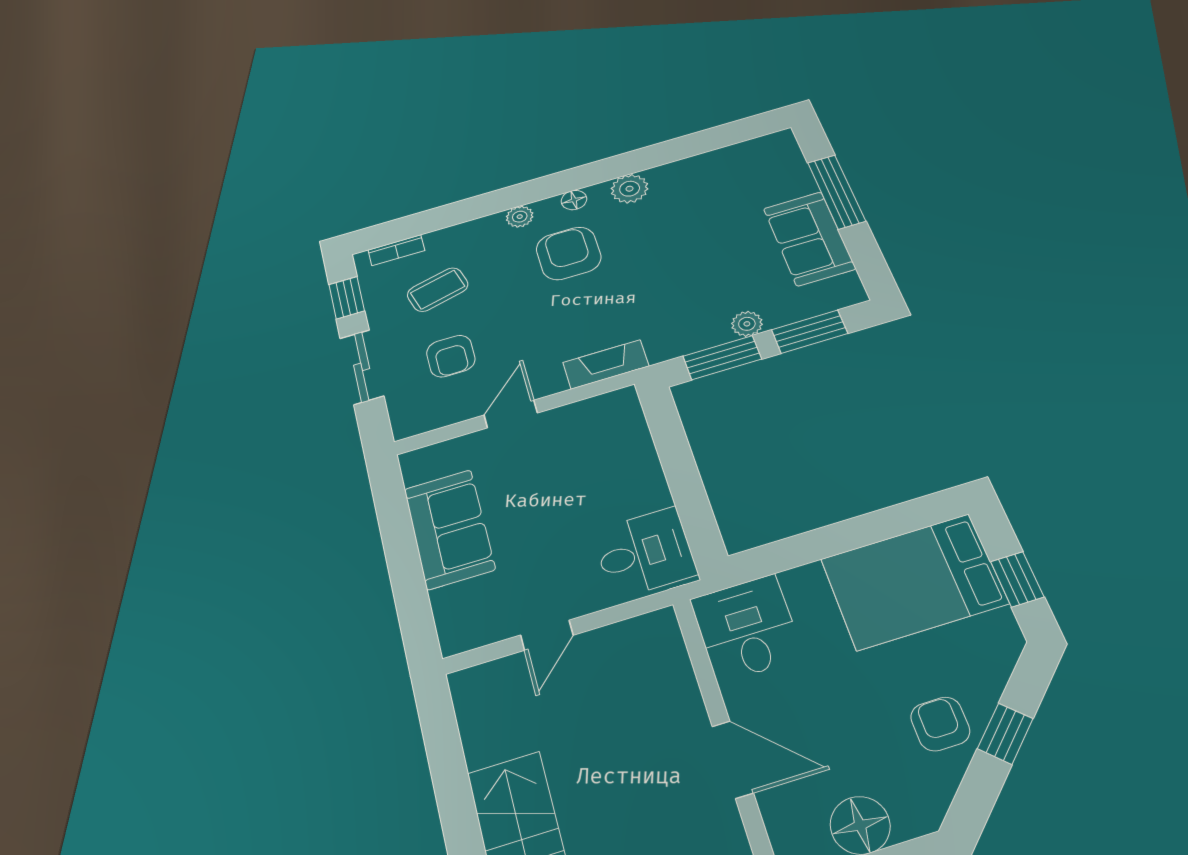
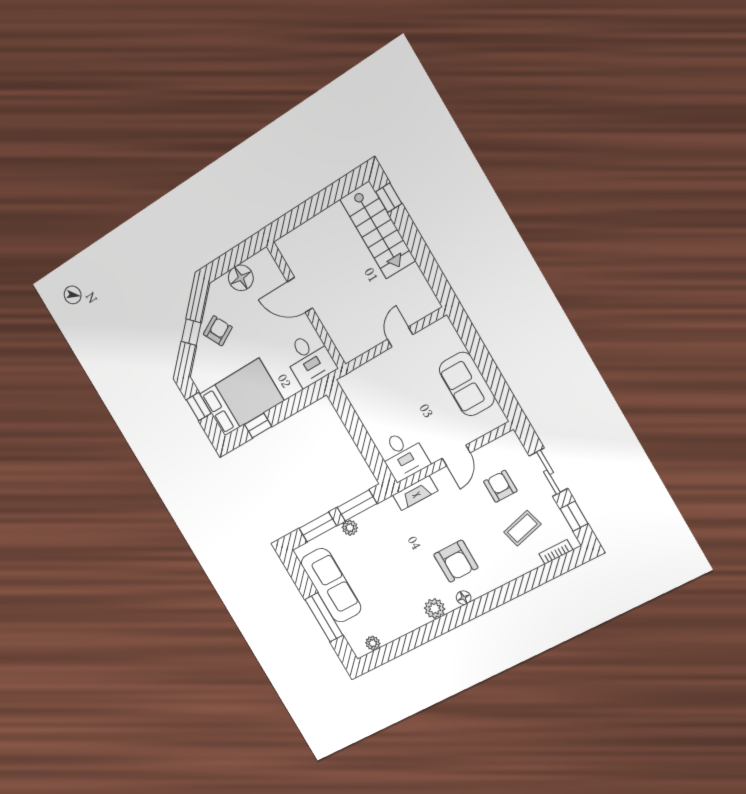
plant: (520, 217) -> (373, 643), moved
sofa: (809, 238) -> (331, 585), width x1.36
window: (890, 522) -> (258, 426), added
desk: (644, 553) -> (403, 455), moved, turned -90
armchair: (940, 724) -> (218, 331), turned -118

